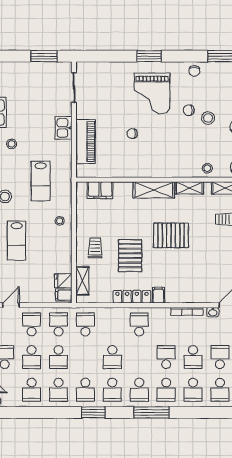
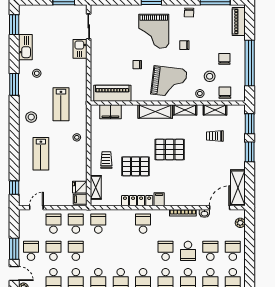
stool: (208, 118) -> (210, 76), moved
kitchen sink: (64, 128) -> (80, 49), moved
piano: (86, 142) -> (112, 93), moved, turned -90
grand piano: (170, 154) -> (169, 82), added
pallet: (130, 256) -> (136, 166), turned 90
school desk: (32, 357) -> (53, 251), turned 180
school desk: (58, 357) -> (76, 251), turned 180
school desk: (112, 357) -> (121, 251), removed

